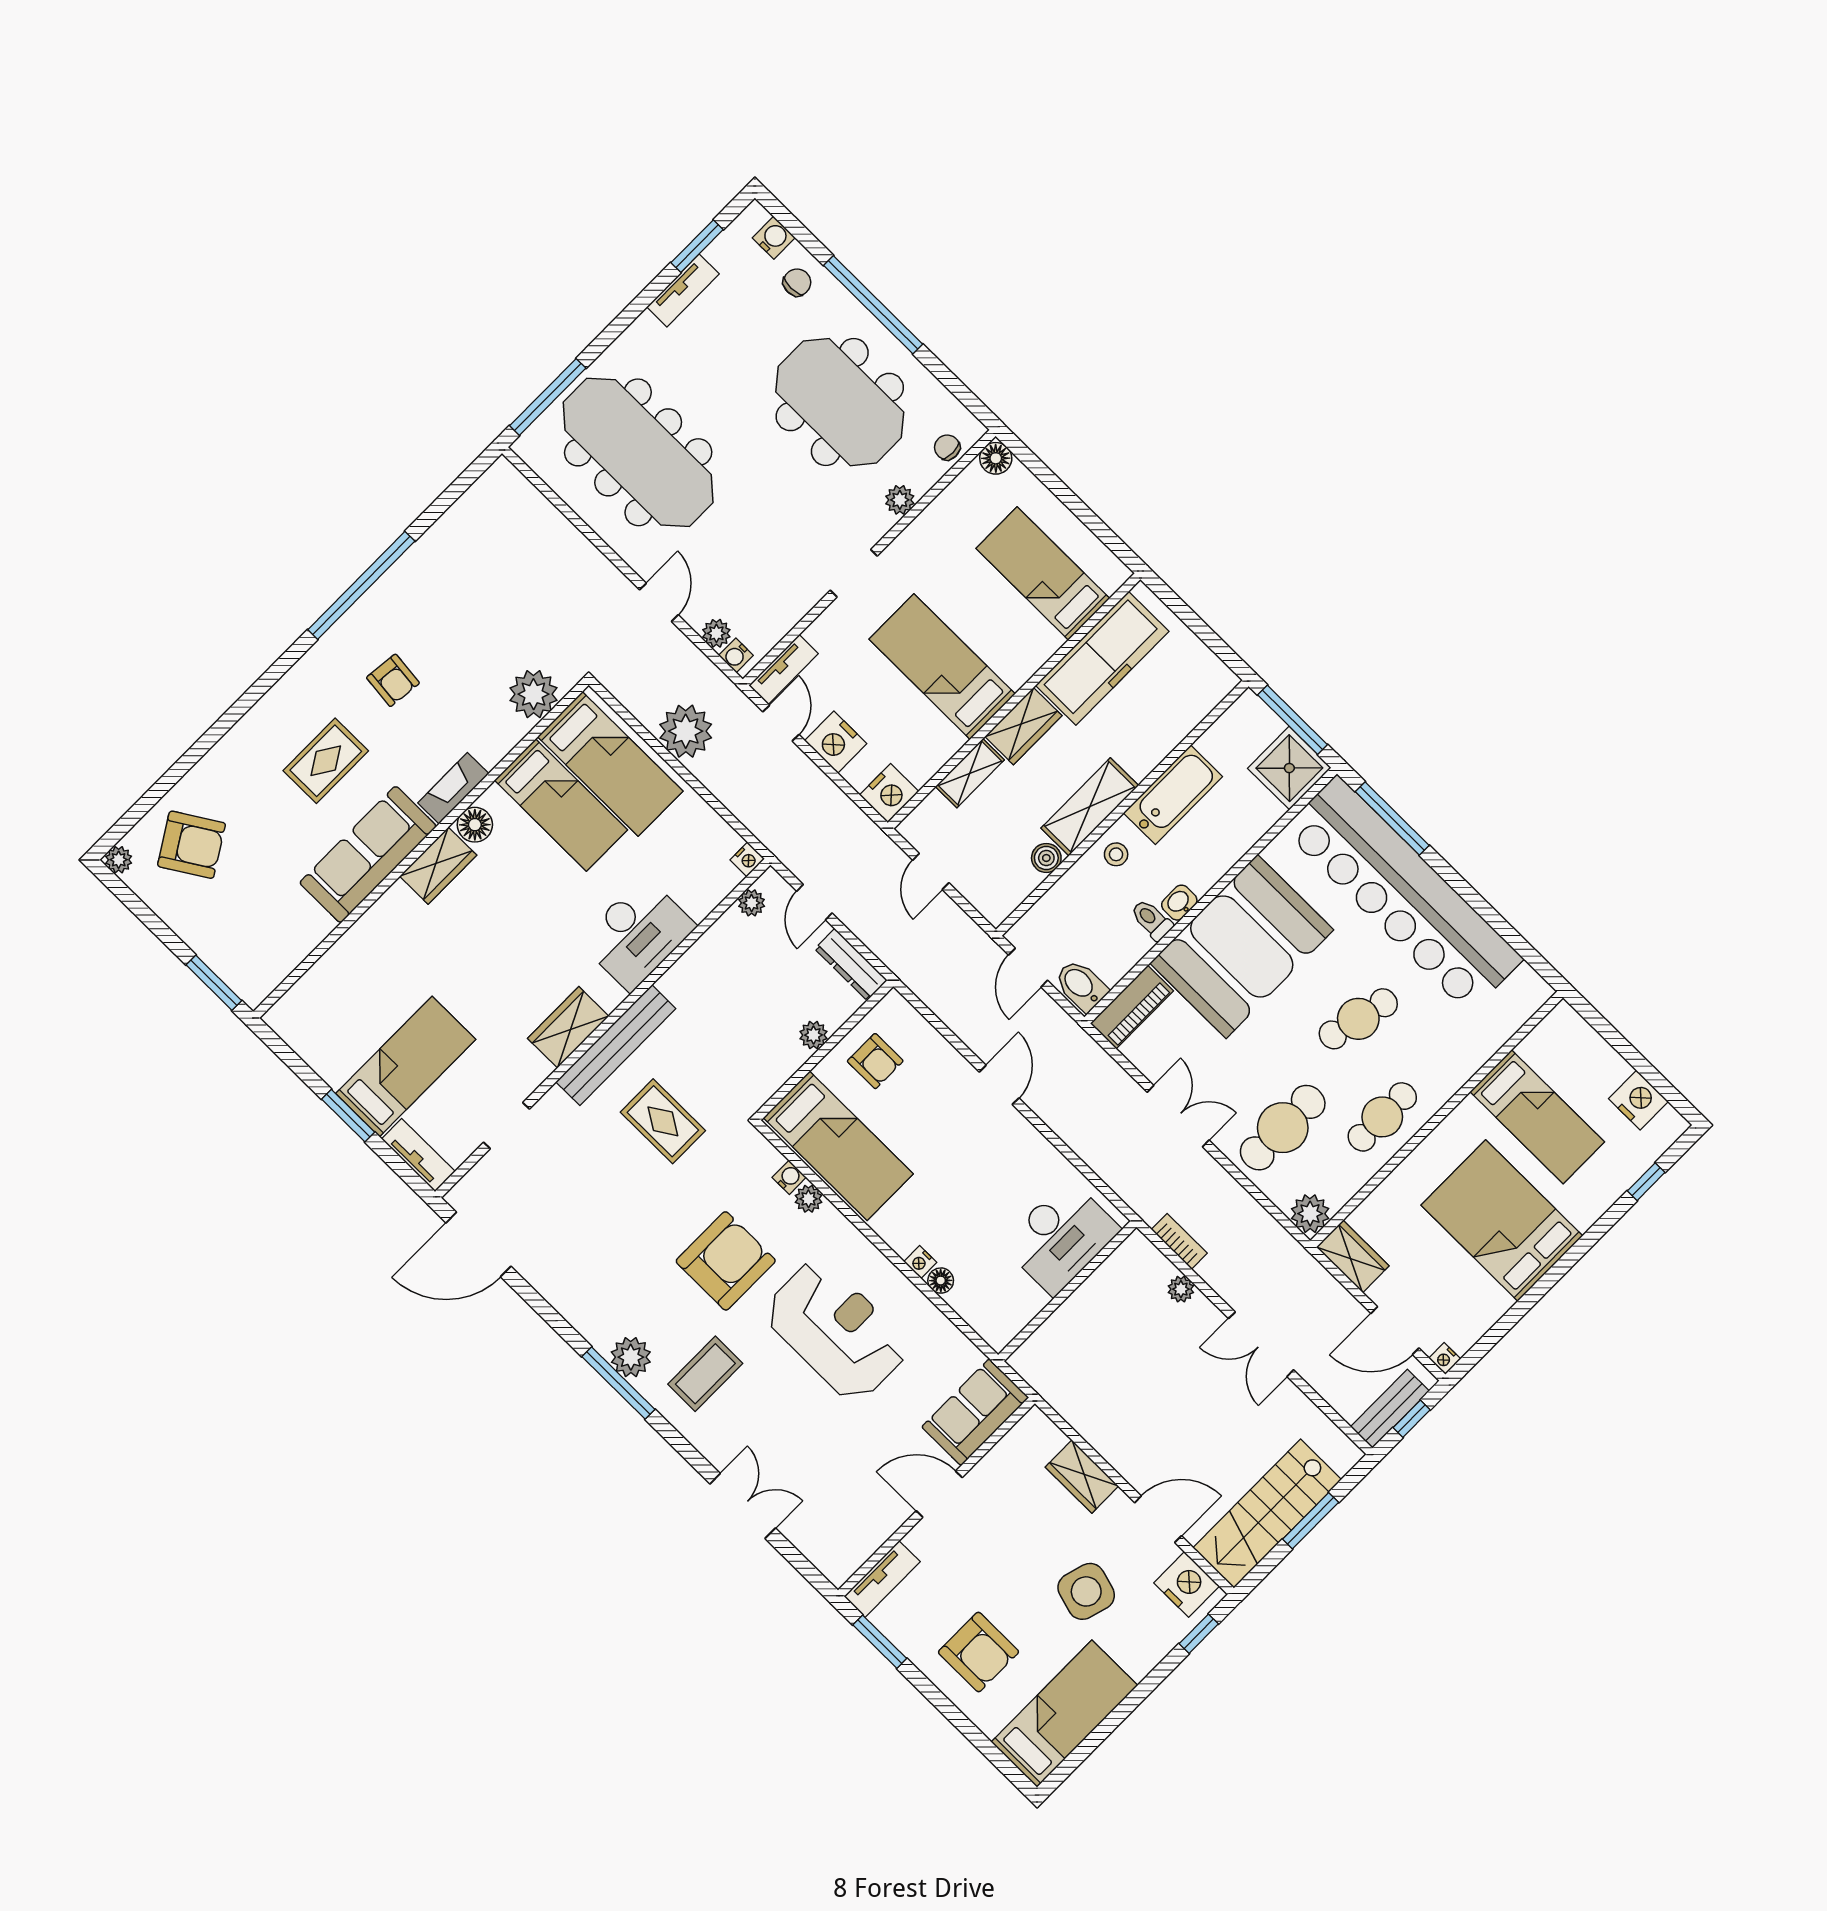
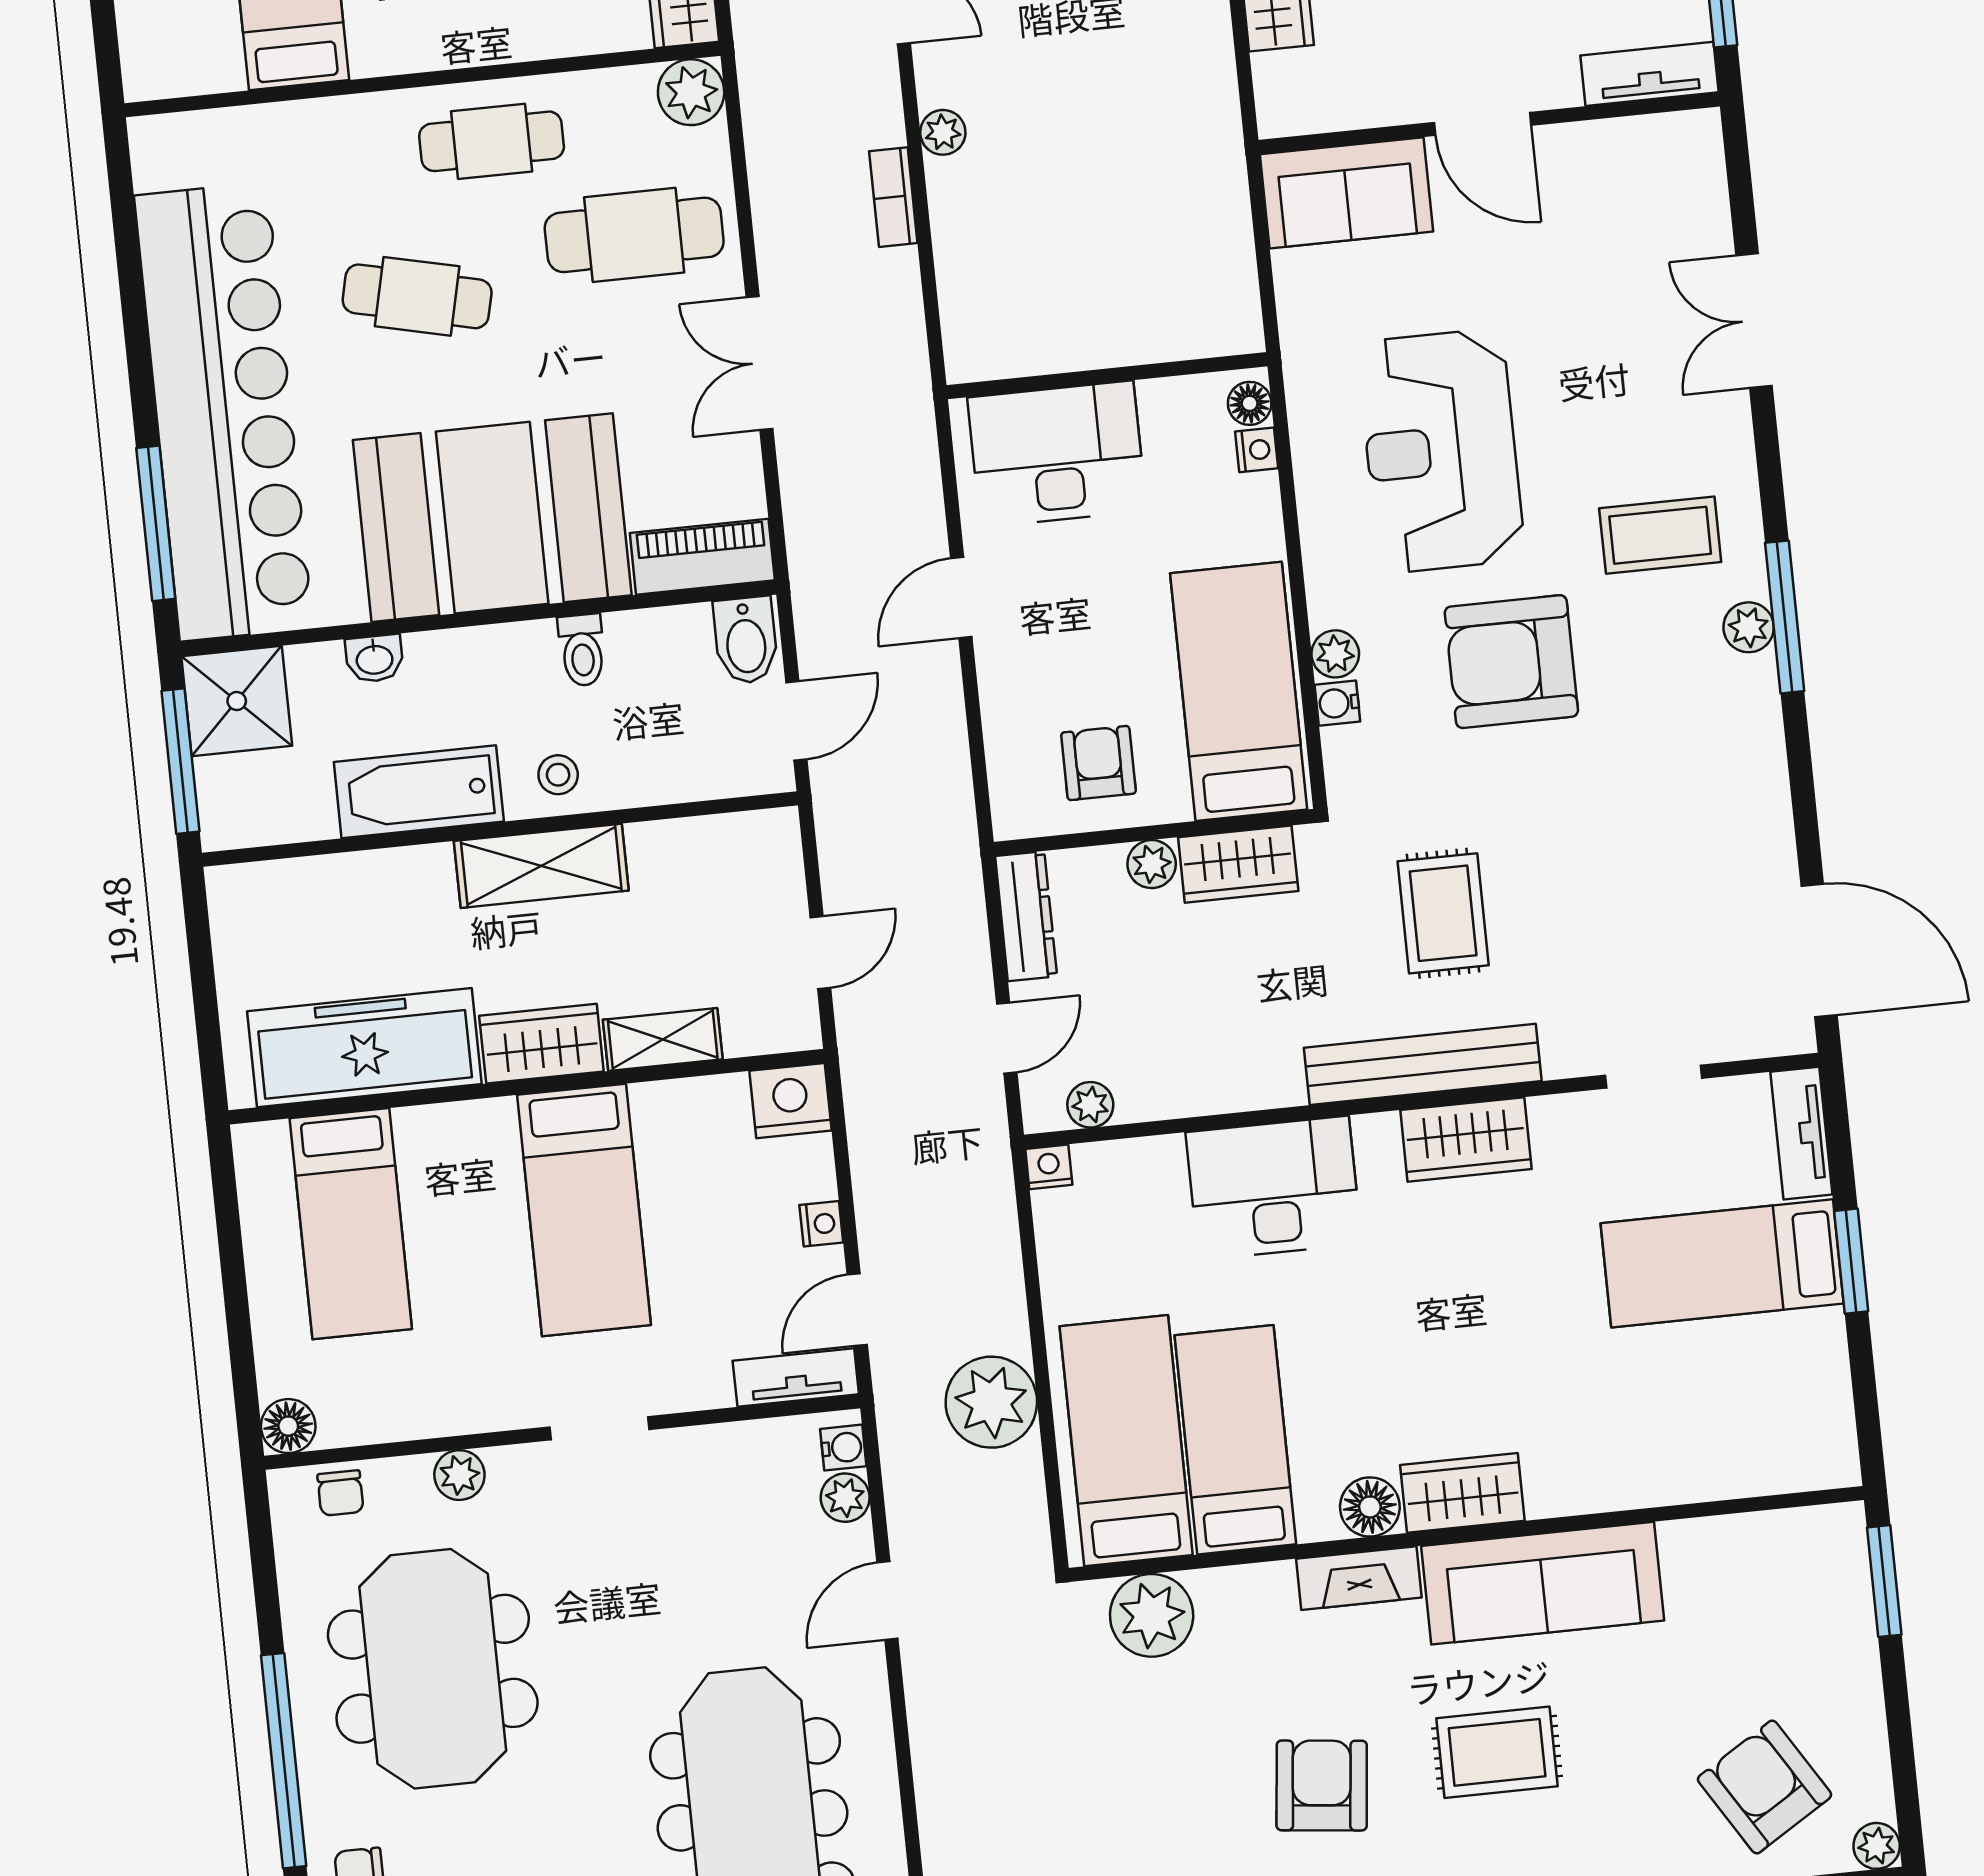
armchair: (393, 680) -> (1322, 1785), width x1.38, depth x1.38
nightstand: (836, 742) -> (821, 1224), width x0.53, depth x0.56
boiler: (1046, 858) -> (654, 845), removed
washbasin: (1179, 903) -> (374, 659), moved
wardrobe: (774, 1067) -> (1238, 864), added
desk: (1061, 1237) -> (1057, 454), moved
wall: (1067, 1291) -> (1107, 376), moved
plant: (631, 1357) -> (1749, 627), width x0.73, depth x0.73

